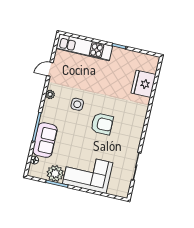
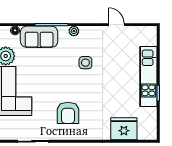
kitchen unit: (84, 47) -> (148, 77), moved
plant: (50, 94) -> (74, 31), moved
armchair: (102, 124) -> (68, 113), moved

